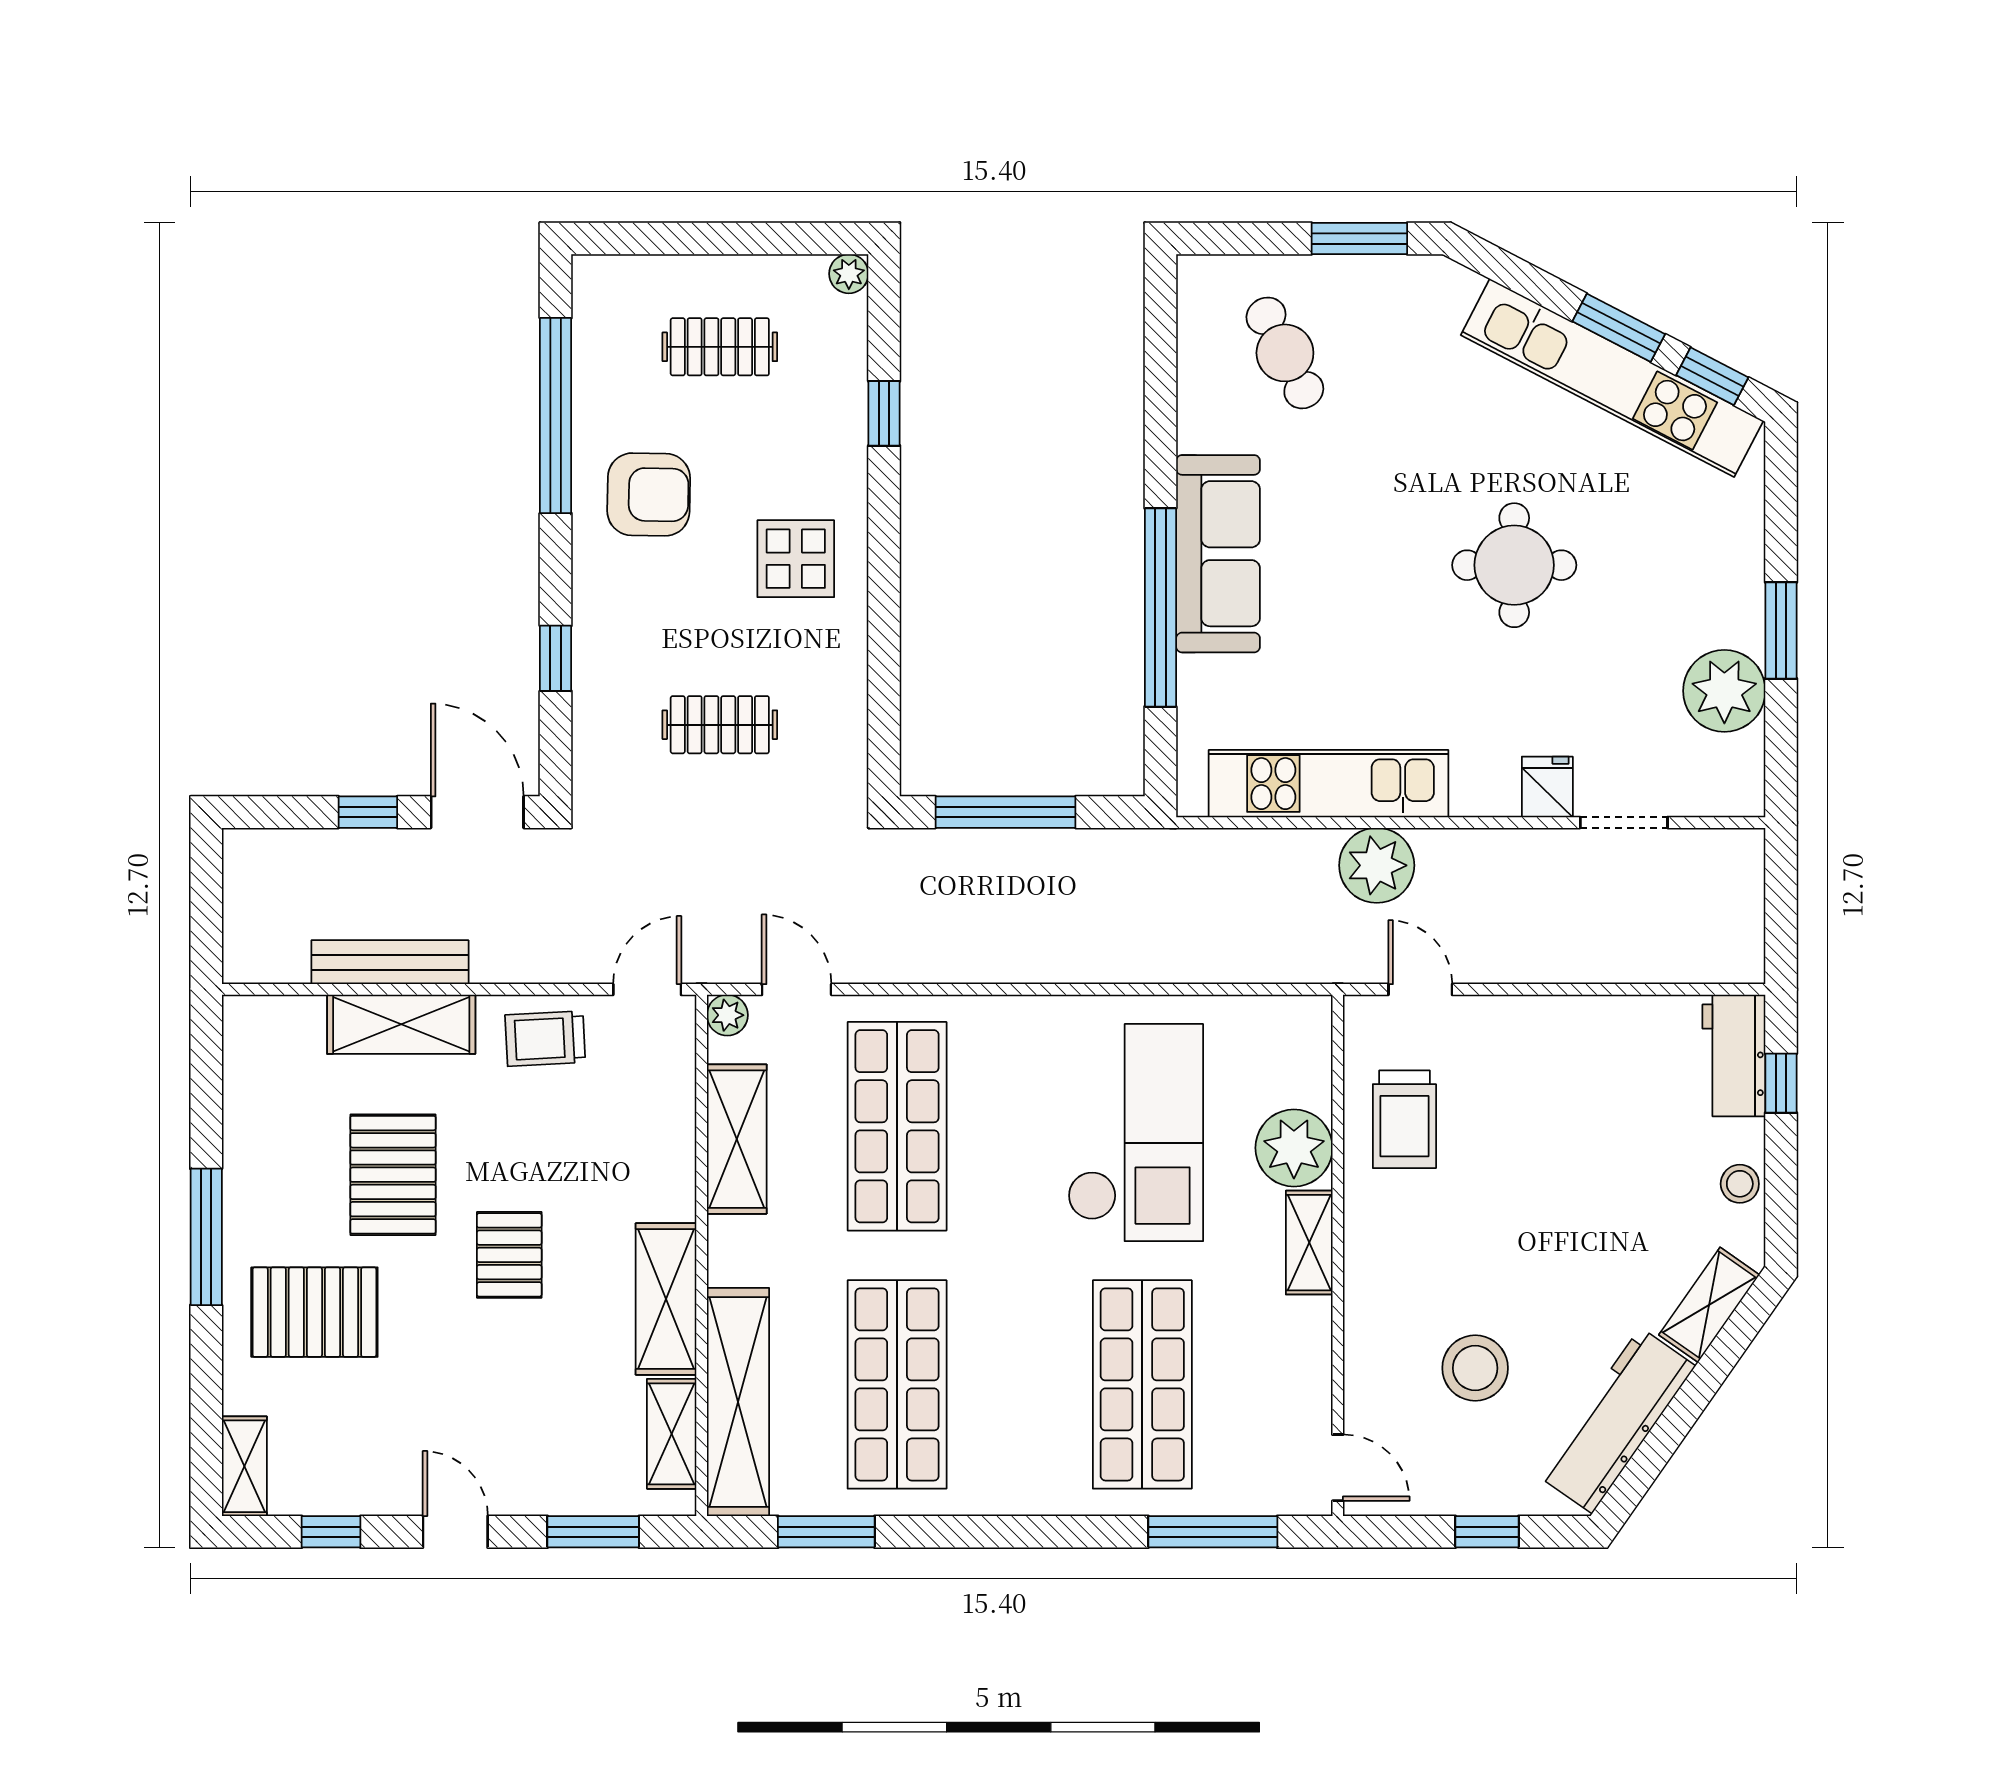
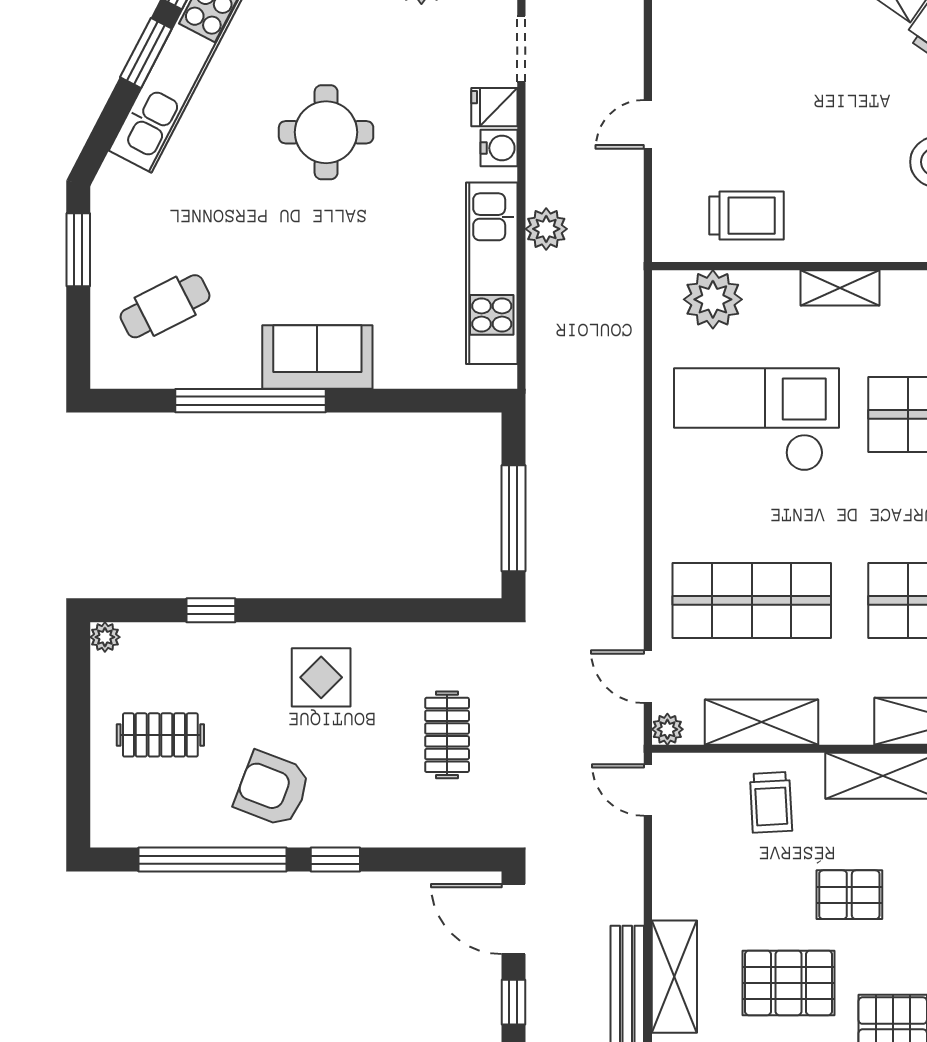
clothes rail: (720, 347) -> (160, 735), turned 90
armchair: (649, 494) -> (272, 789), turned -70
sofa: (1218, 554) -> (317, 357), width x0.73
window: (1160, 607) -> (251, 401), moved
window: (556, 658) -> (335, 860), moved
water cooler: (1493, 793) -> (499, 148), added
door: (477, 812) -> (513, 919), hinge flipped
plant: (1377, 865) -> (546, 229), width x0.73, depth x0.73
door: (797, 989) -> (648, 677), hinge flipped
door: (1420, 989) -> (648, 124), moved
trolley: (545, 1039) -> (771, 802), moved
plant: (1294, 1148) -> (713, 299), moved

